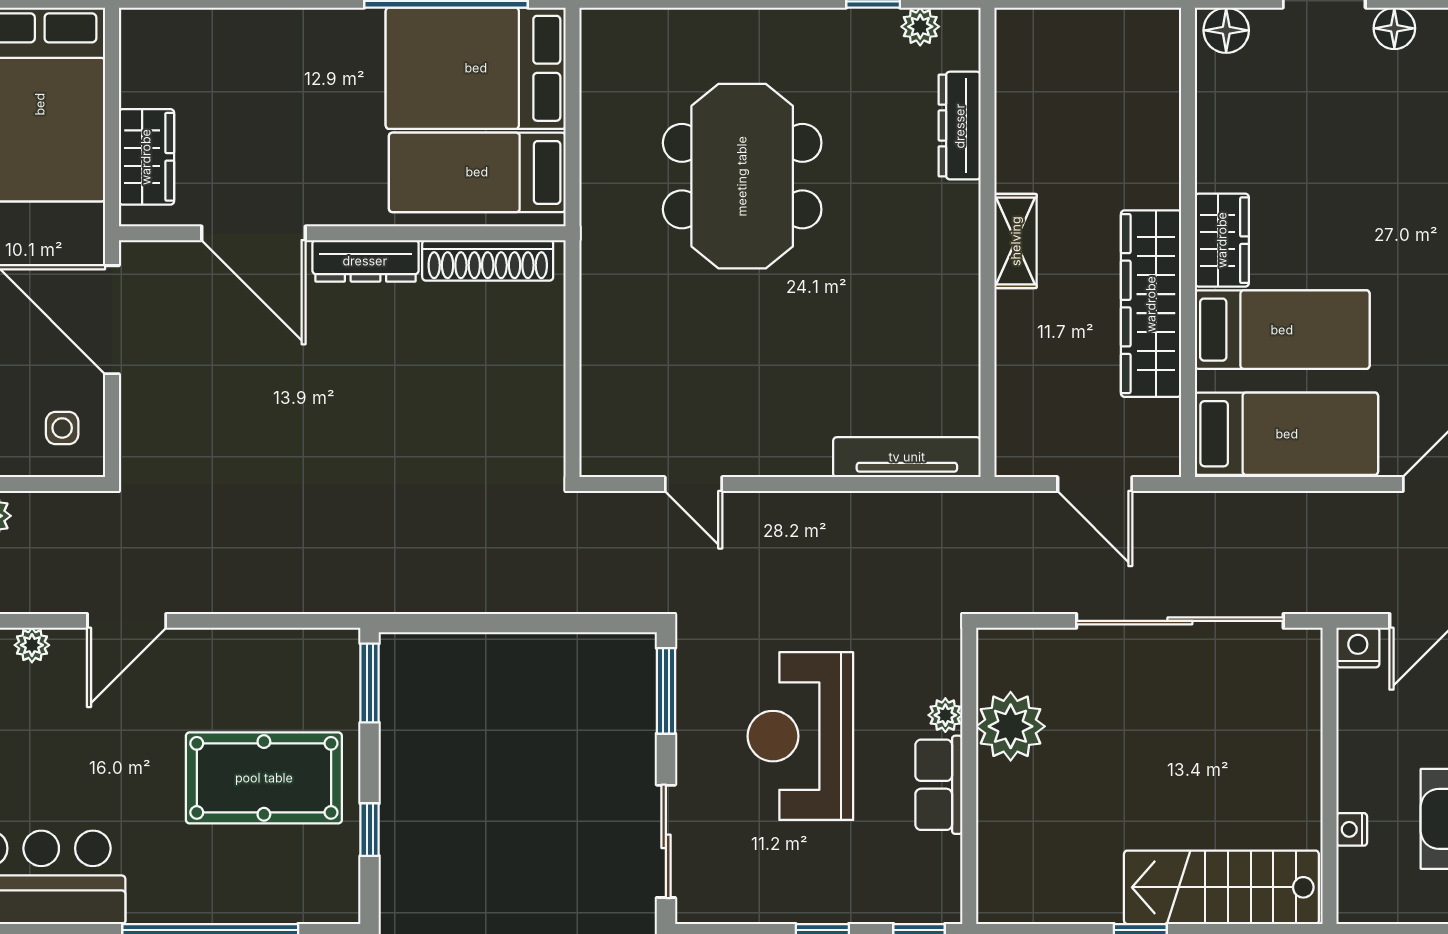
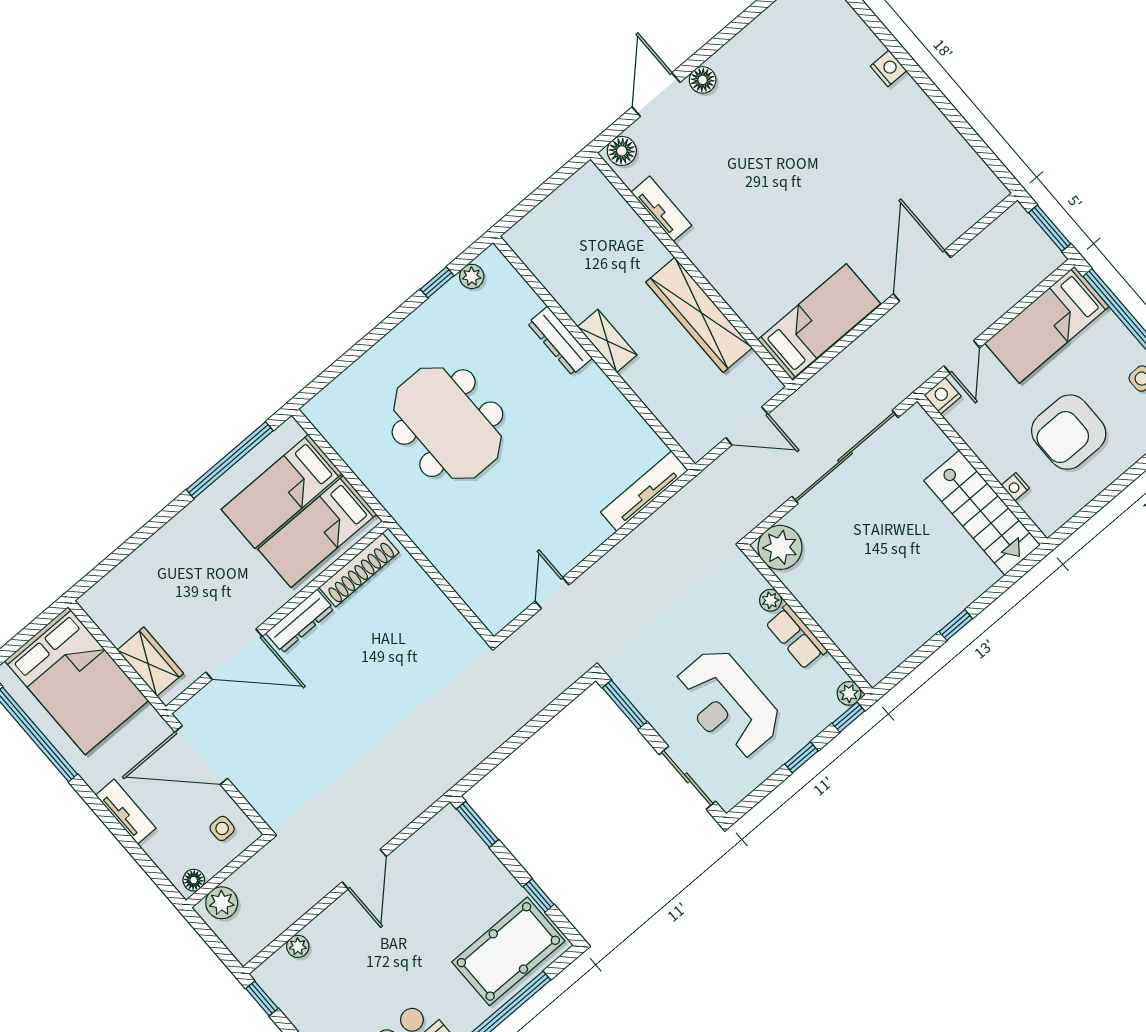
bed: (476, 68) -> (282, 492), width x0.67
dresser: (960, 126) -> (560, 341), moved
tv unit: (1214, 139) -> (661, 209), added
wardrobe: (1222, 240) -> (707, 255), removed
bed: (1282, 330) -> (774, 273), removed
door: (693, 484) -> (552, 593), swing flipped
door: (127, 621) -> (364, 869), moved
plant: (1011, 726) -> (780, 547), moved
reception desk: (800, 736) -> (727, 704), moved
pool table: (264, 778) -> (508, 951), moved
stairs: (1221, 887) -> (982, 513), moved, turned -90
plant: (944, 906) -> (849, 693), added

